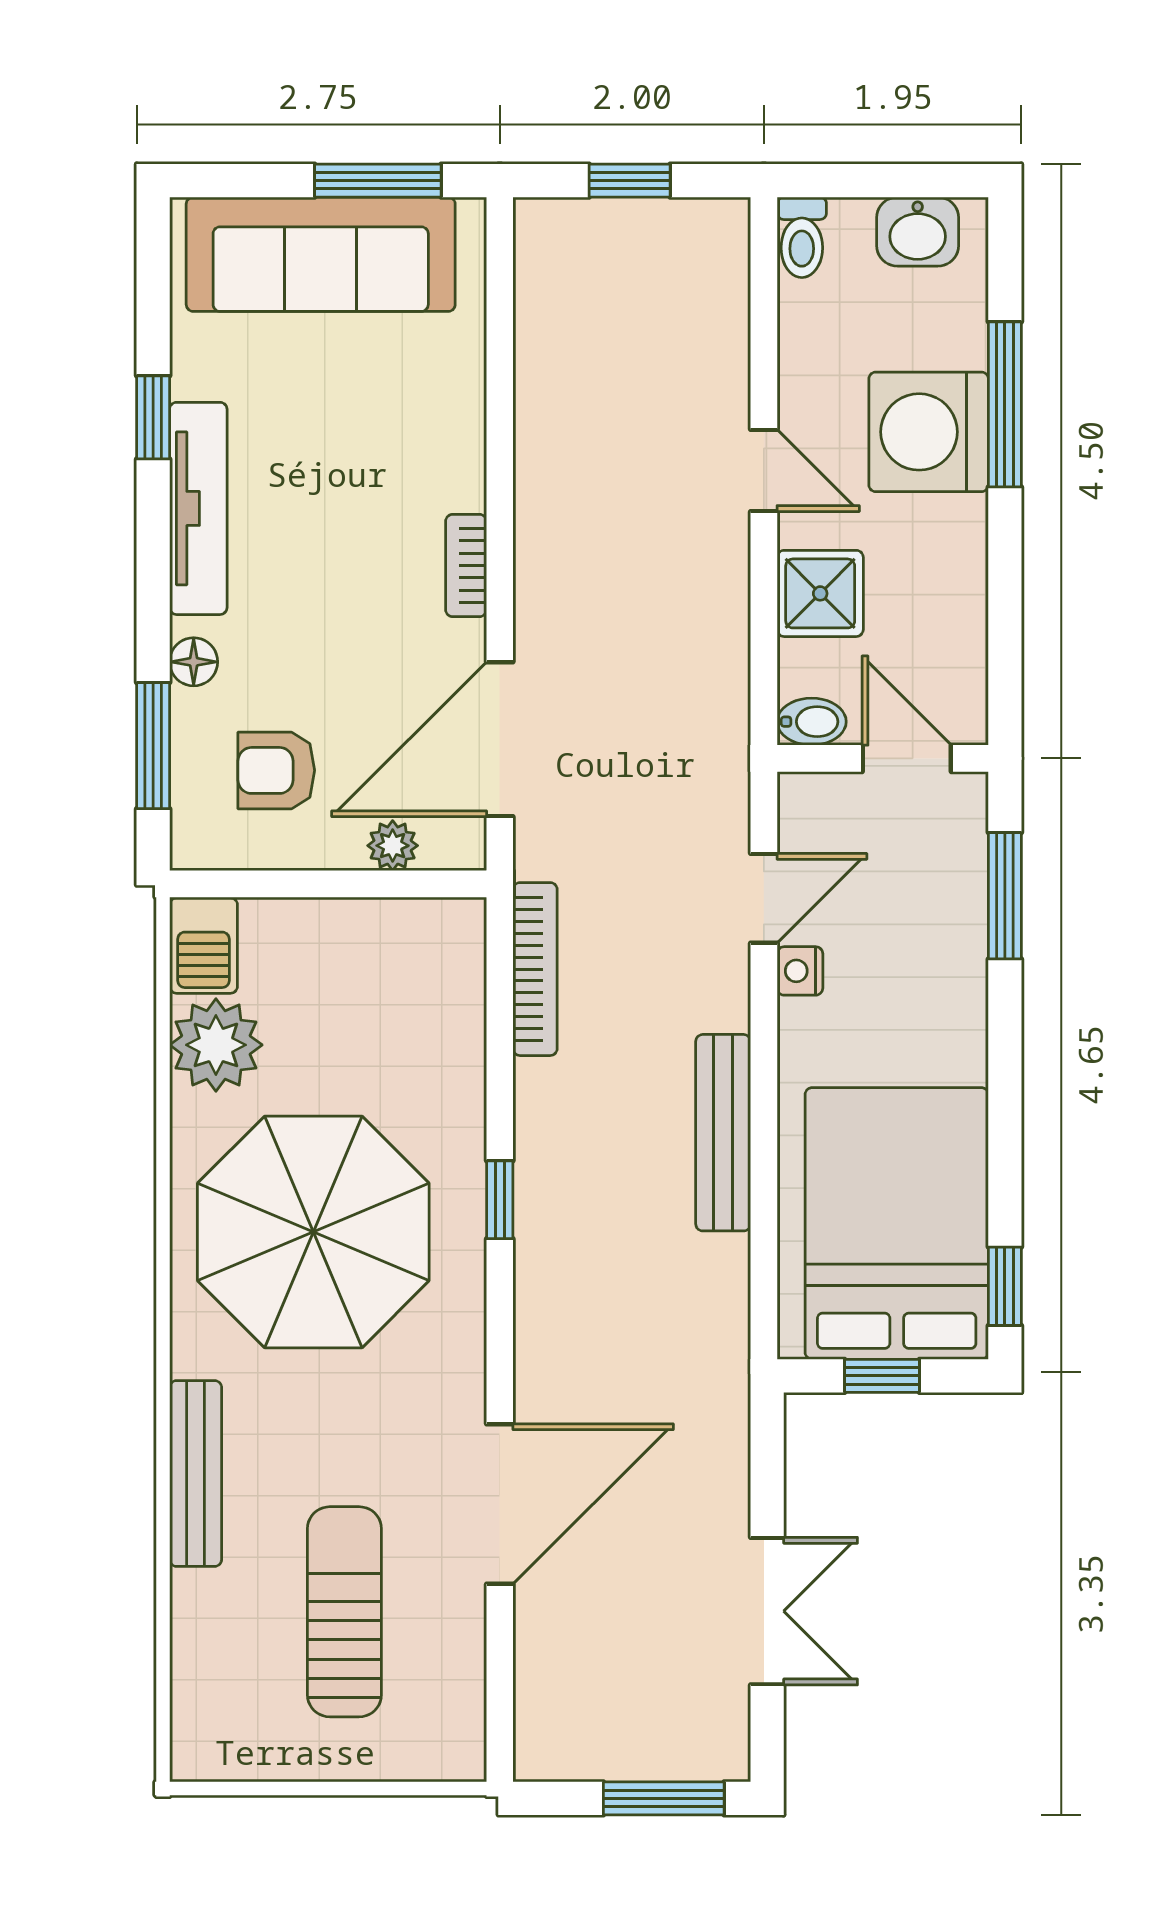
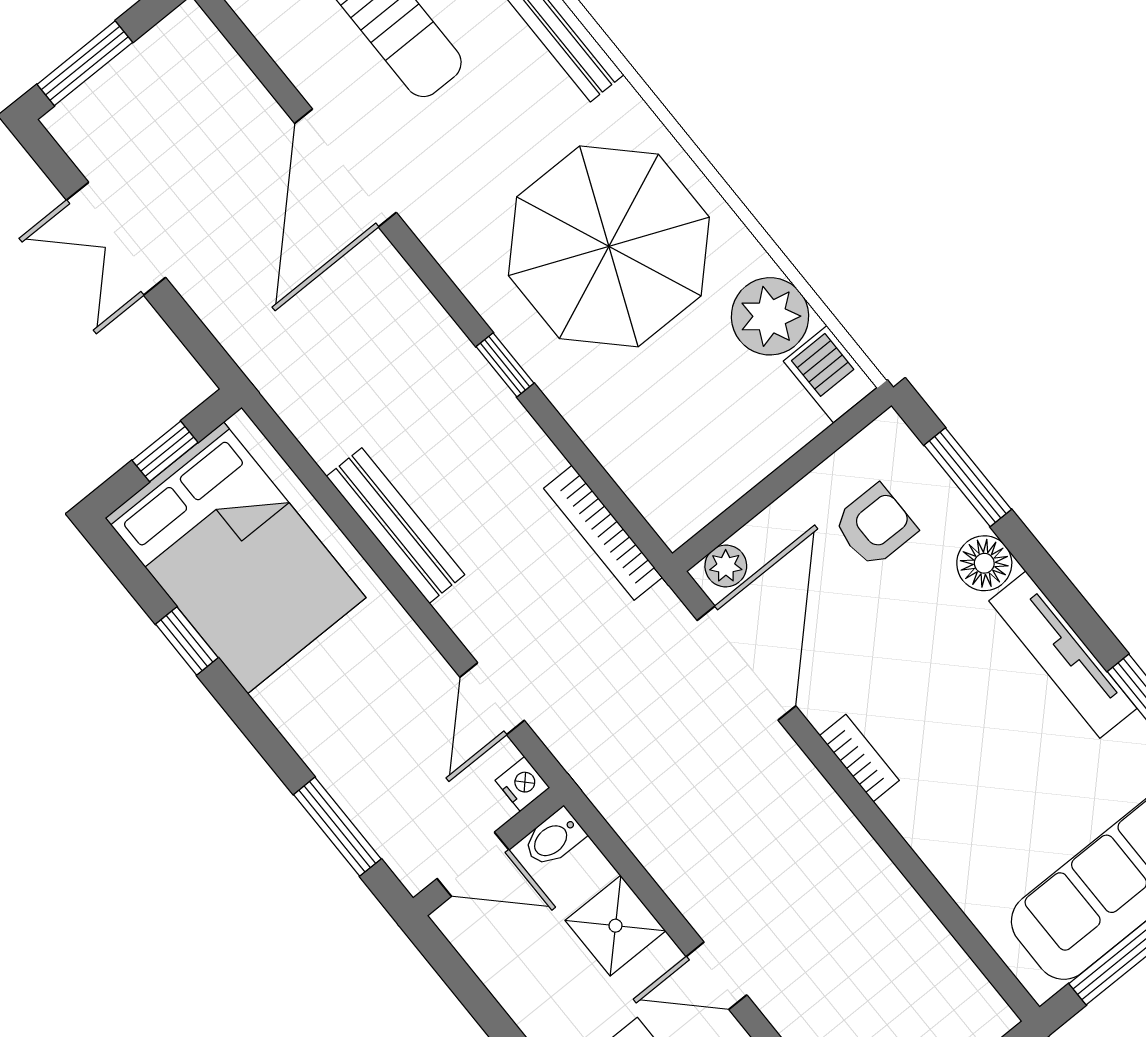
floor lamp: (194, 662) -> (984, 563), width x1.37, depth x1.37
plant: (393, 846) -> (726, 566), moved
nightstand: (800, 971) -> (522, 784), moved
window: (1005, 1286) -> (187, 641), moved

